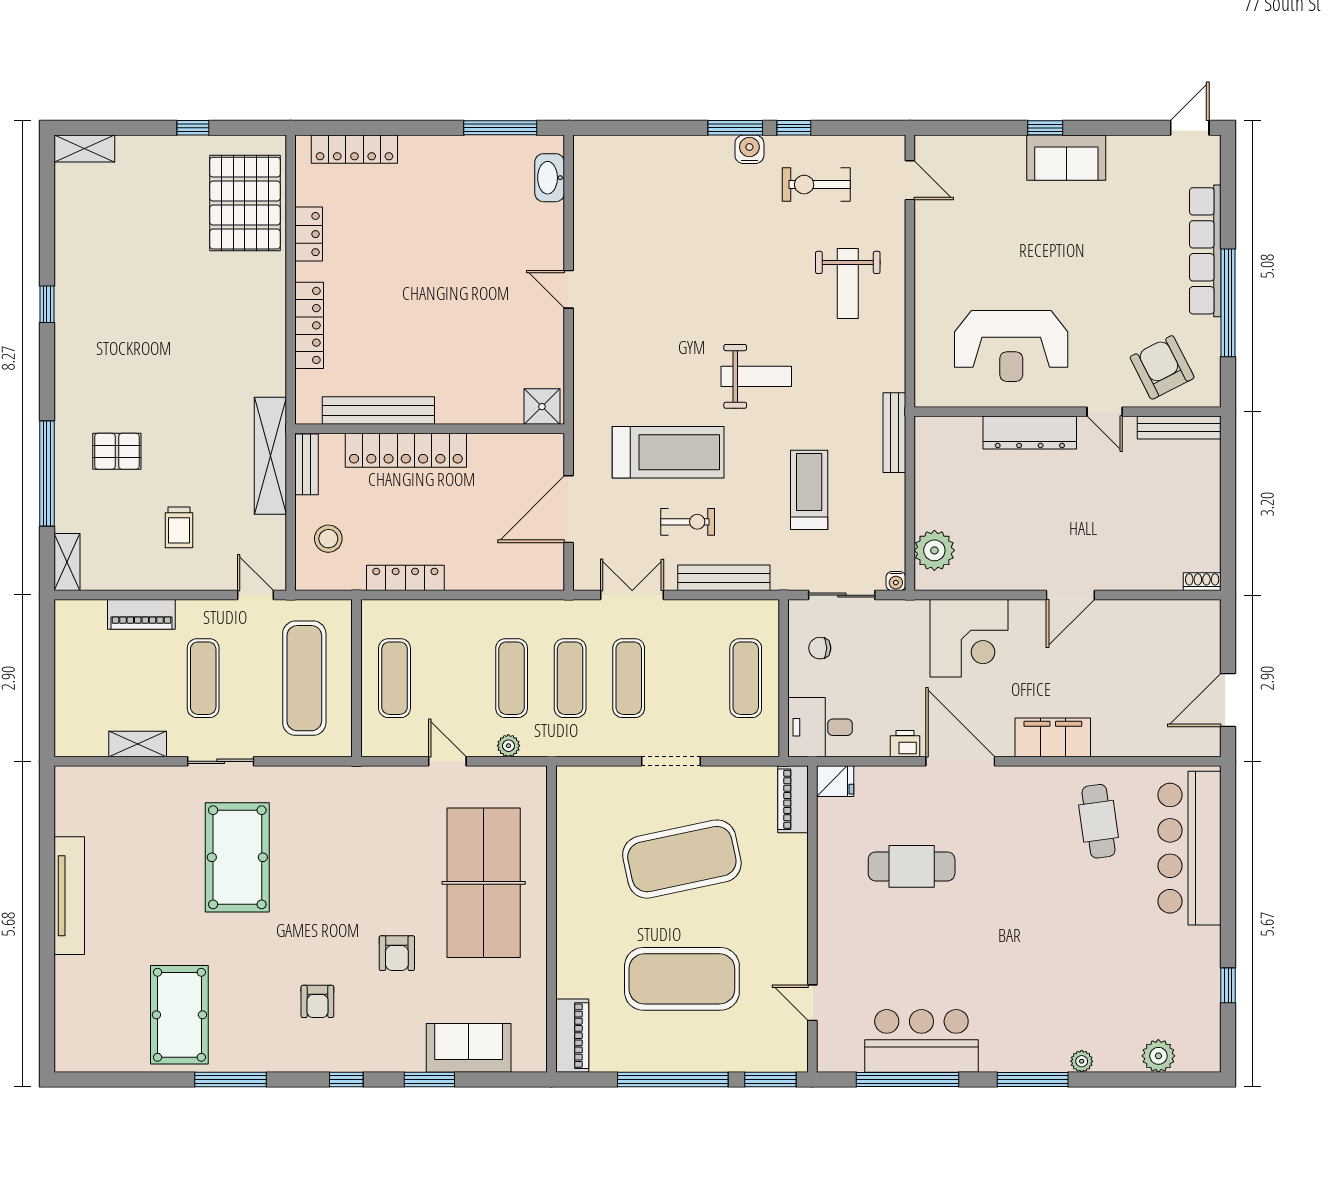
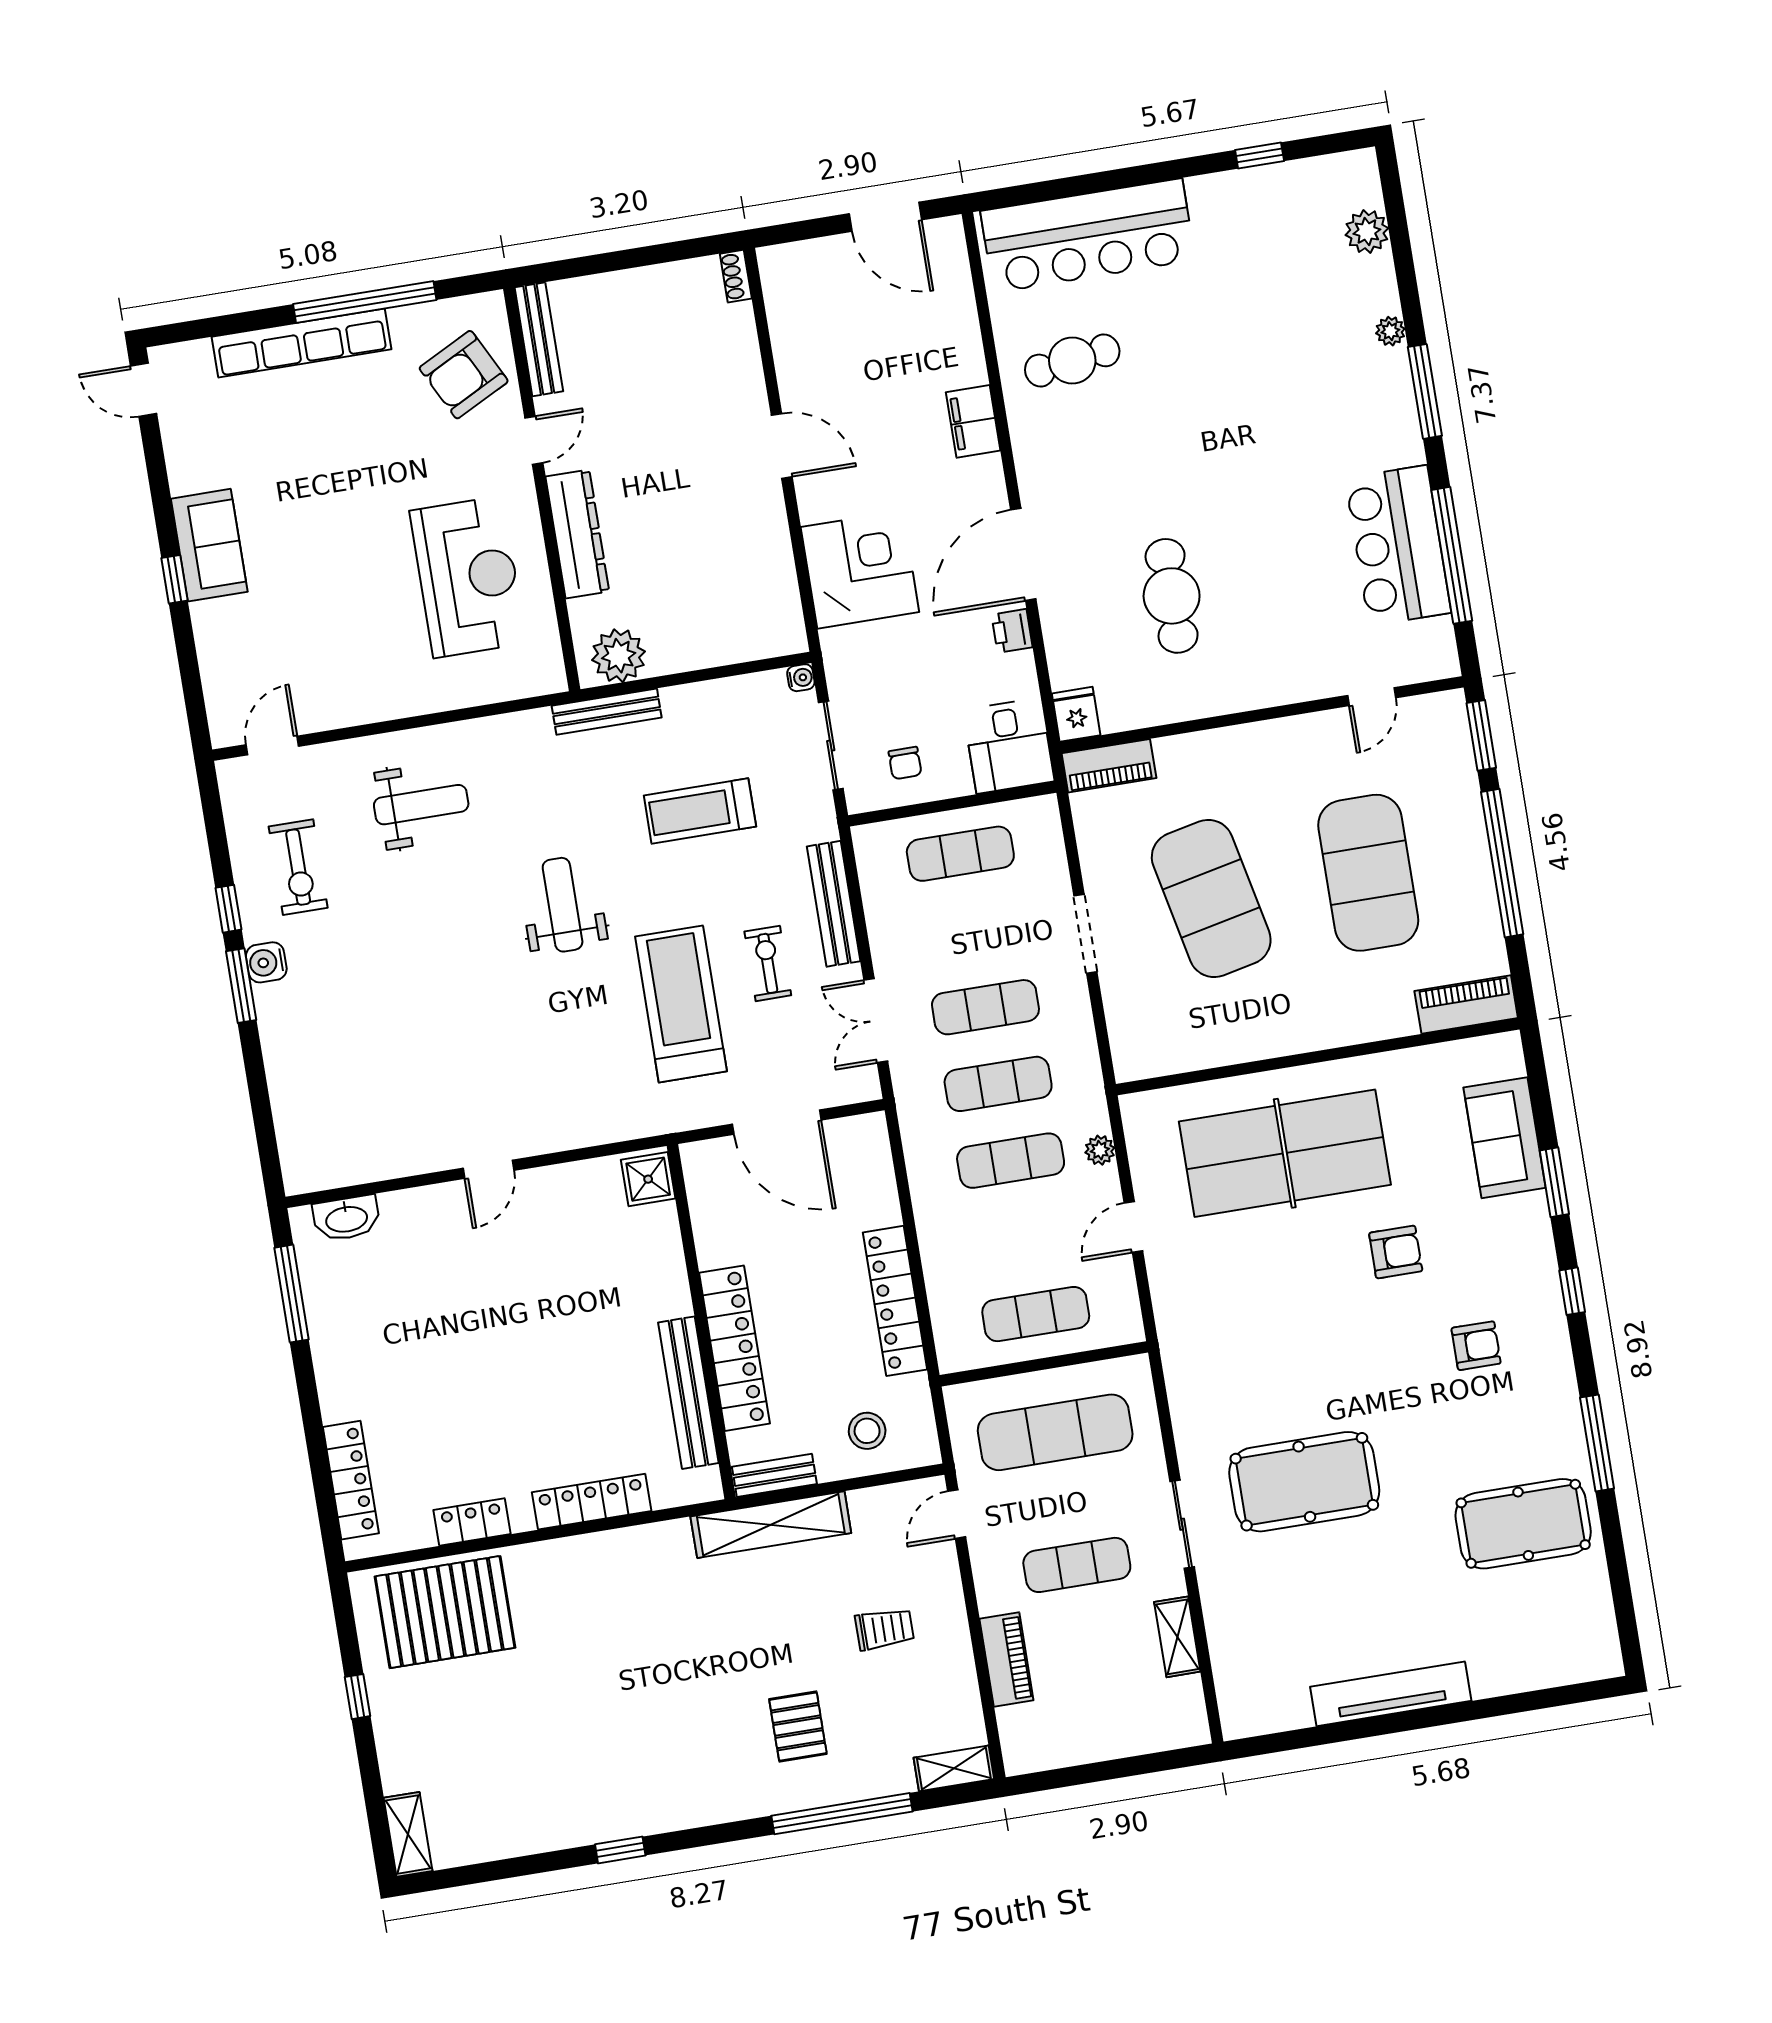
plant: (934, 550) -> (619, 656), moved
locker: (405, 578) -> (895, 1301), width x1.41, depth x1.21
filing cabinet: (1053, 737) -> (973, 421), width x0.67, depth x0.86

